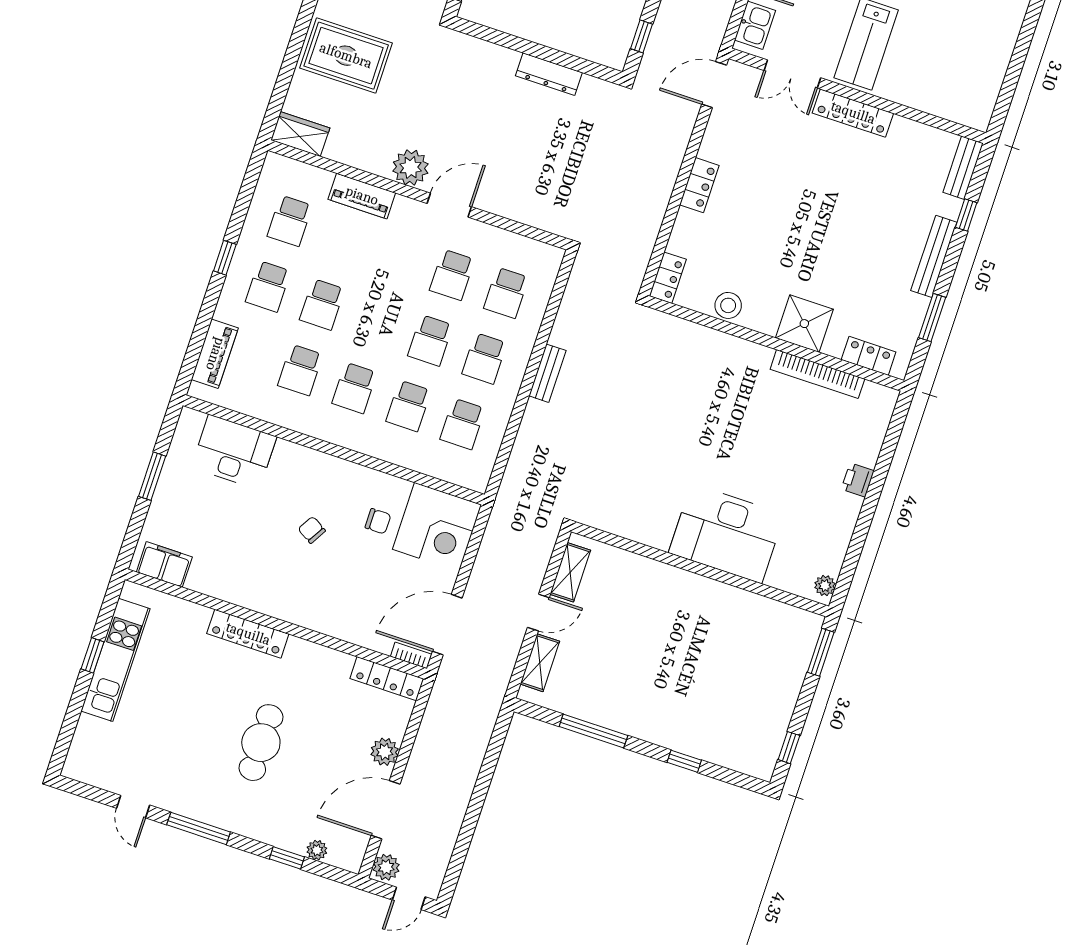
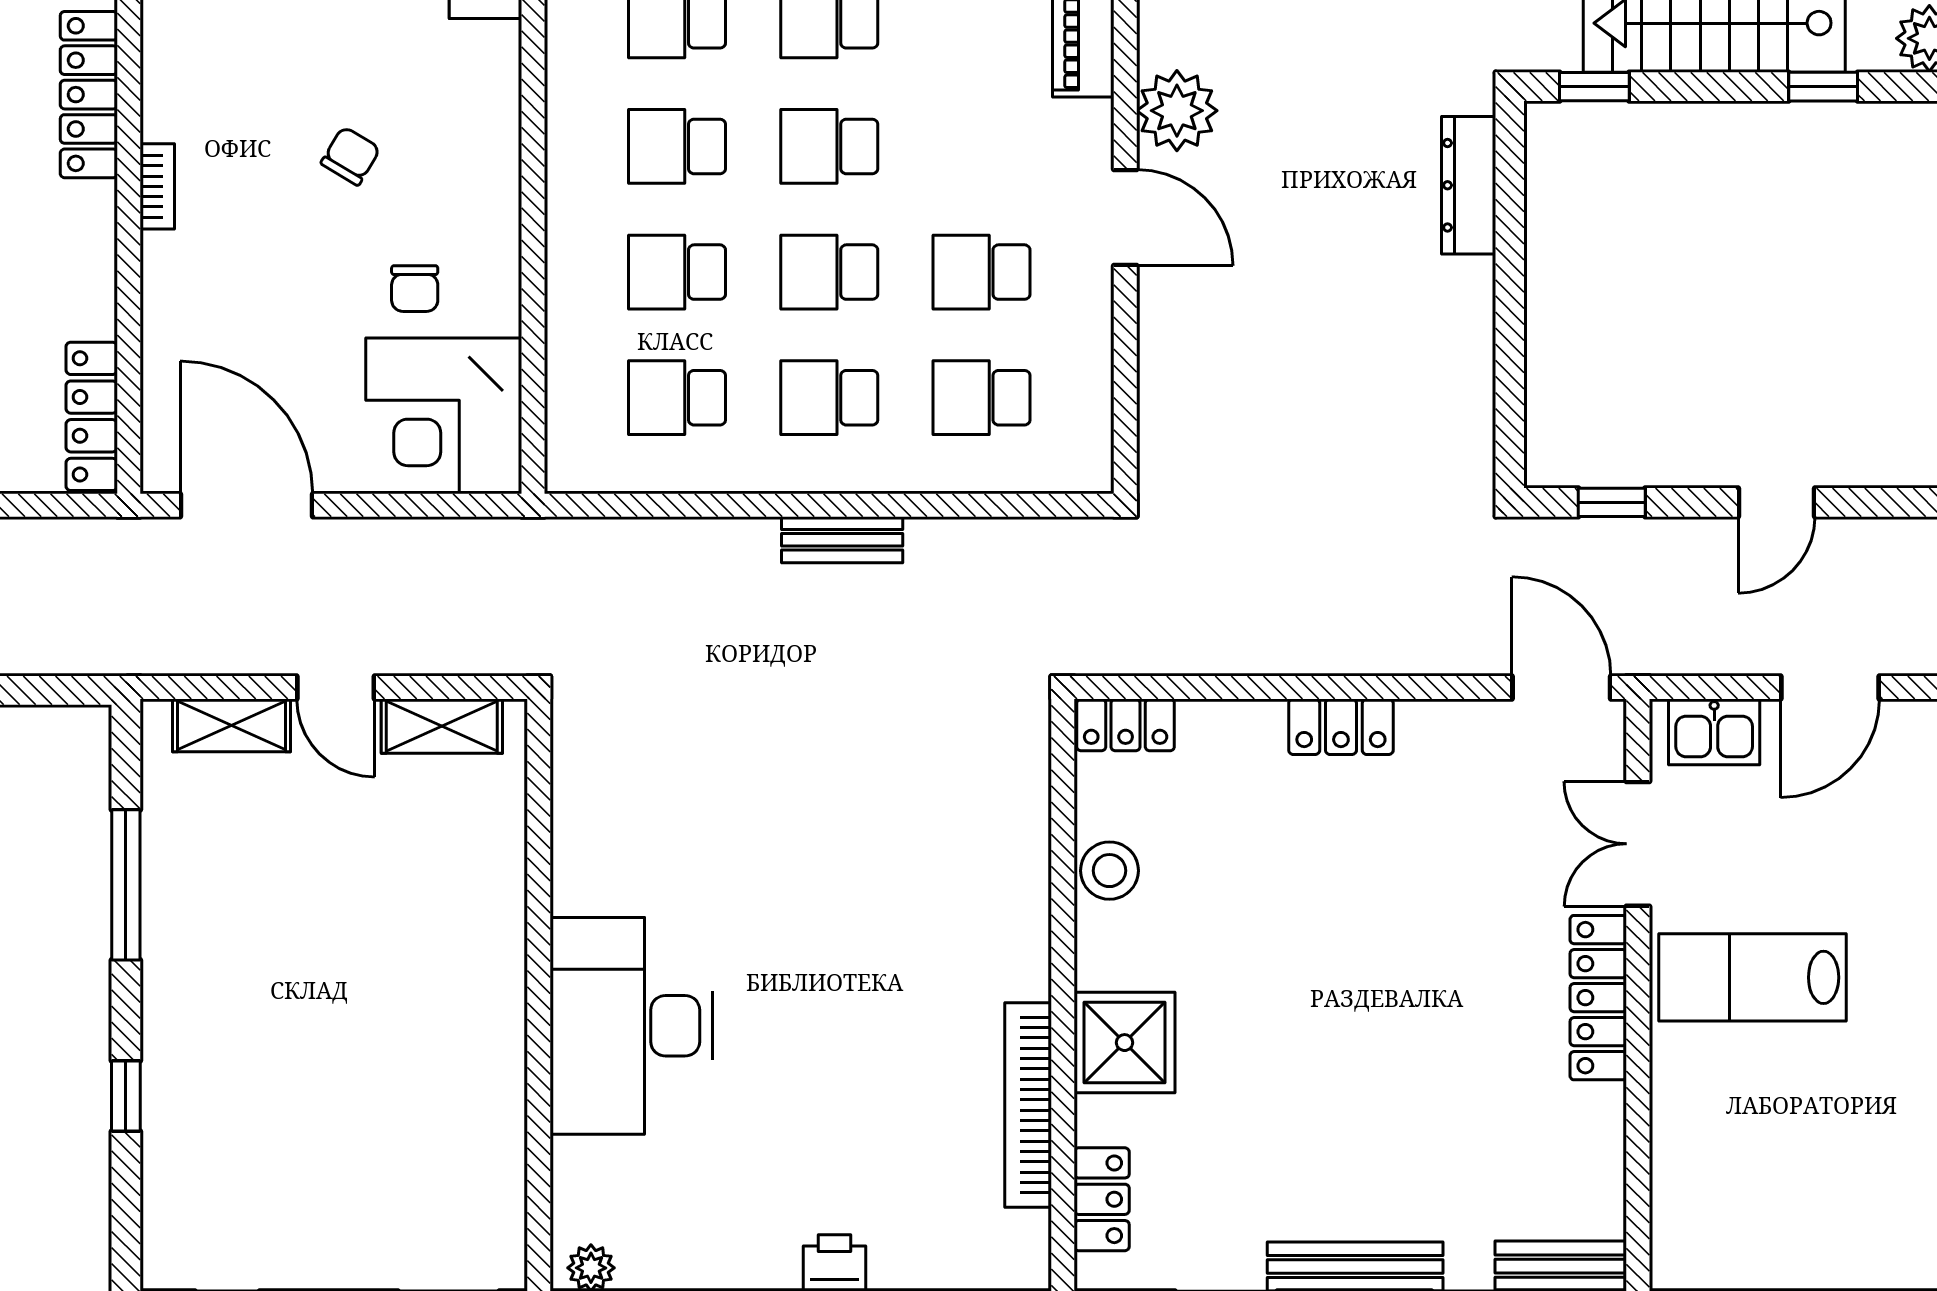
dresser: (549, 74) -> (1469, 185), moved
school desk: (376, 322) -> (829, 146), added
bookcase: (411, 655) -> (157, 186), moved

